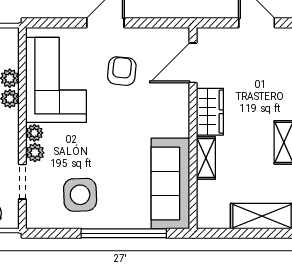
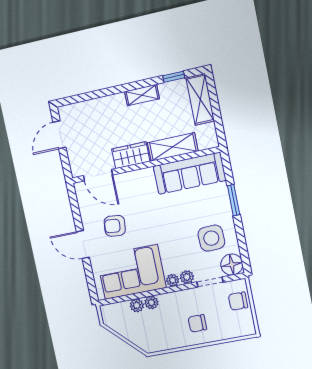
shelving: (206, 158) -> (173, 147), width x1.50, depth x1.33
floor lamp: (40, 214) -> (232, 265), added
window: (124, 233) -> (234, 200), width x0.47

